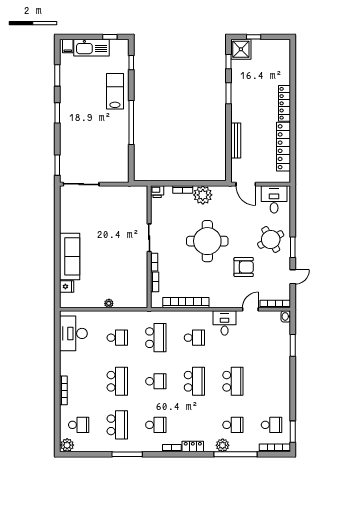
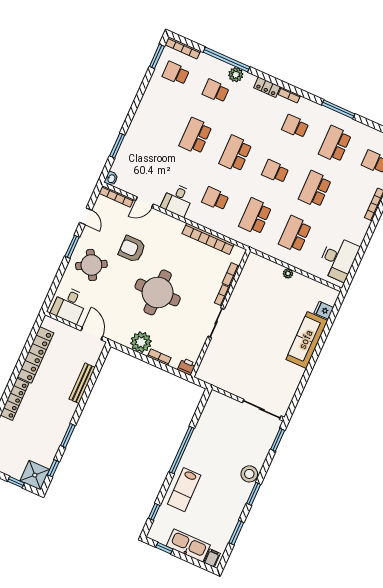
stool: (68, 127) -> (249, 474), added
door: (293, 277) -> (86, 216), swing flipped
school desk: (117, 338) -> (295, 234), width x1.85

